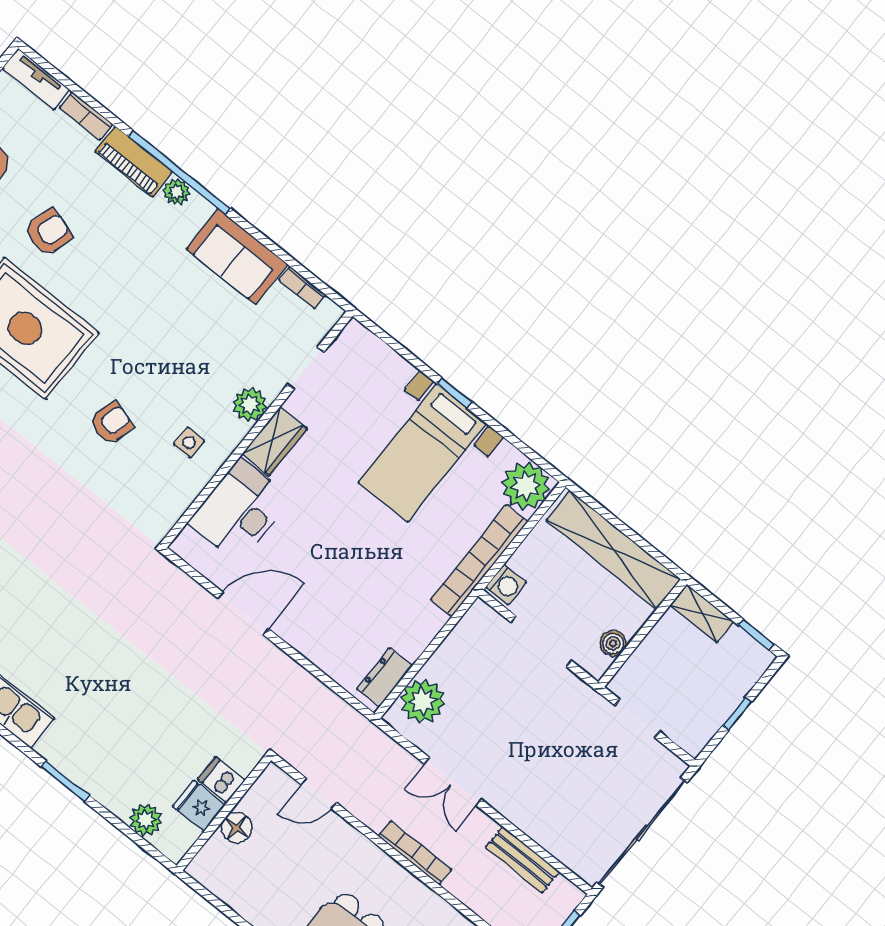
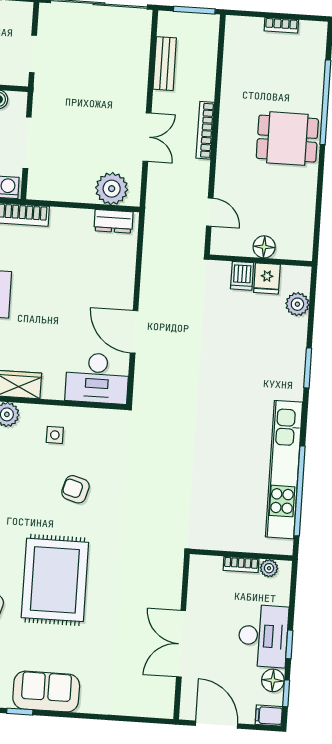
desk: (240, 511) -> (97, 378), moved

